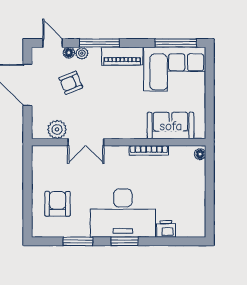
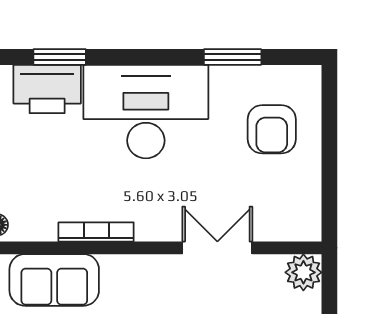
plant: (57, 129) -> (303, 272), moved
printer: (166, 229) -> (47, 89), width x1.87, depth x1.48
window: (125, 241) -> (60, 57), moved

